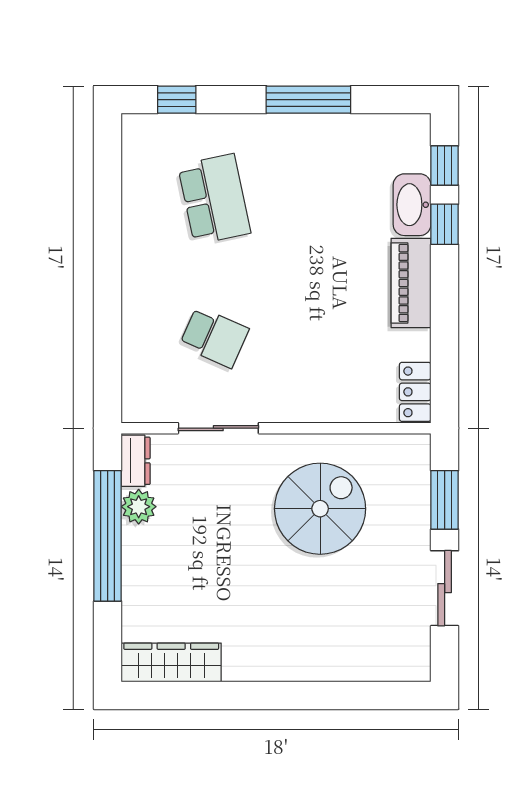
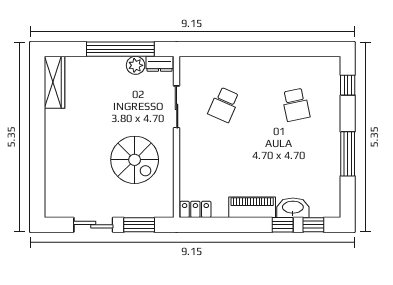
school desk: (214, 199) -> (296, 105), width x0.54

